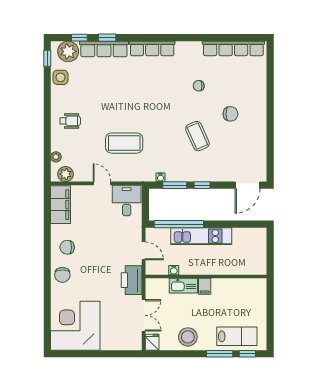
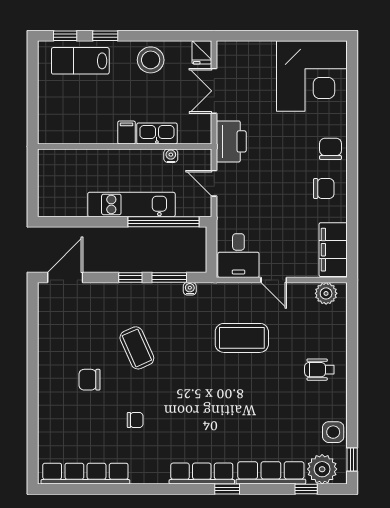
window: (107, 38) -> (227, 489), moved
plant: (56, 157) -> (340, 318), removed
window: (220, 354) -> (105, 36), width x0.67

